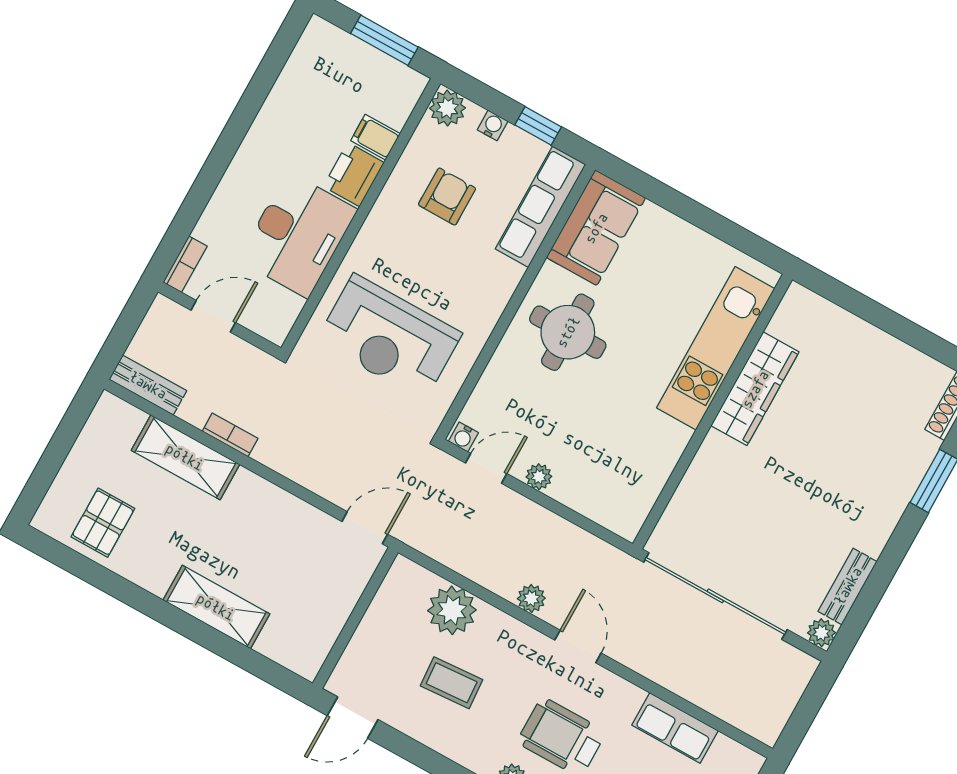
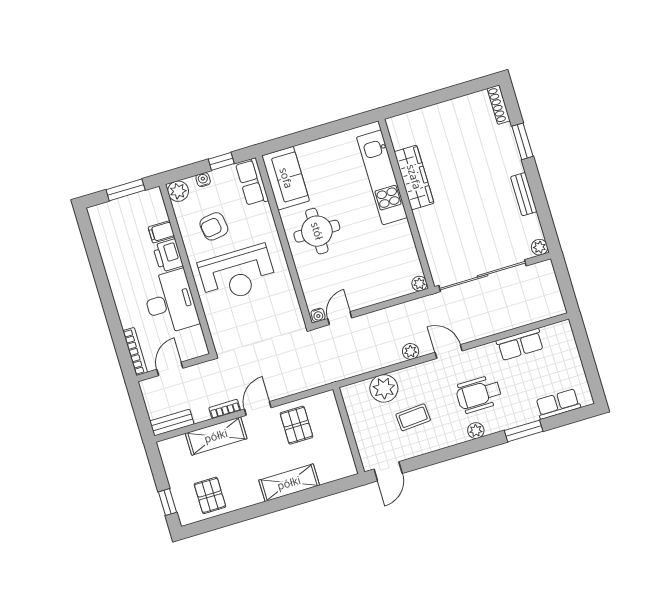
armchair: (447, 197) -> (214, 226), turned -99
row of seats: (541, 207) -> (252, 182), width x0.68
bookcase: (185, 264) -> (135, 351), width x1.56
reception desk: (389, 337) -> (237, 274), moved
window: (42, 477) -> (168, 502), added
plant: (539, 477) -> (419, 284), moved
door: (365, 528) -> (258, 408), moved
pallet: (298, 545) -> (296, 425), added
bench: (848, 586) -> (524, 194), moved

